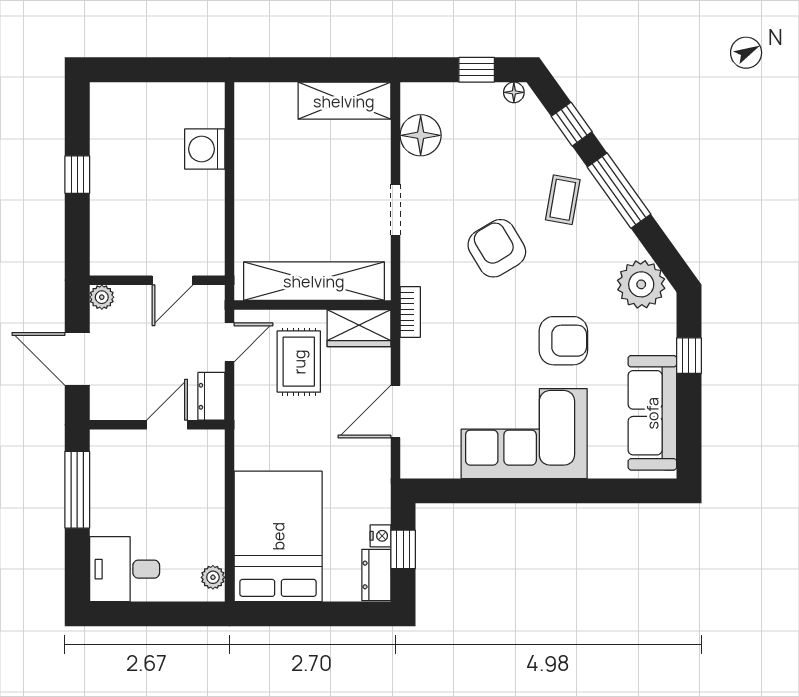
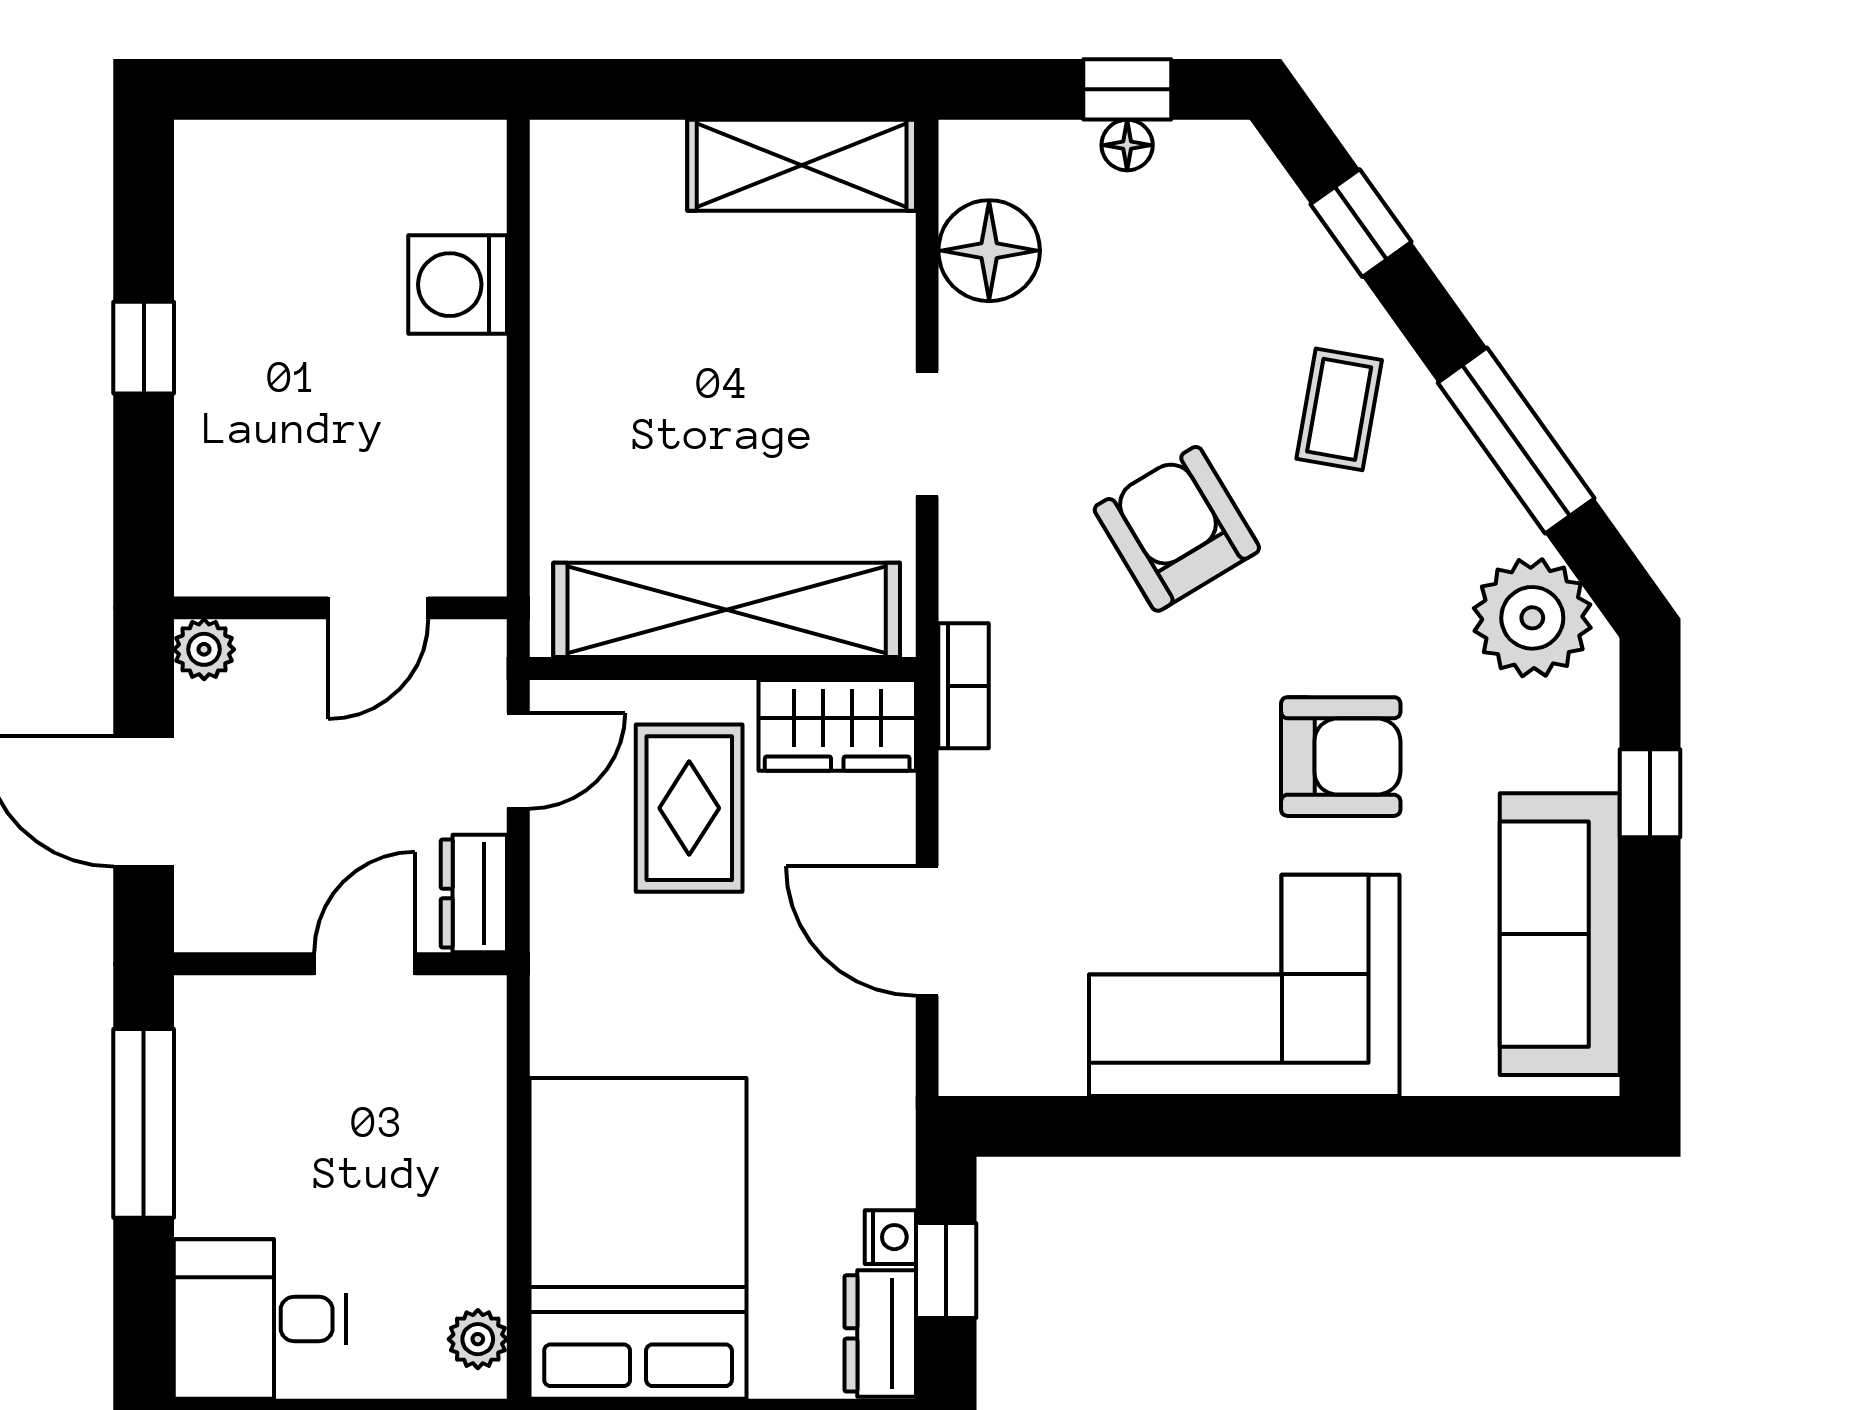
floor lamp: (514, 92) -> (1127, 145), moved
window: (619, 191) -> (1516, 441), moved
door: (395, 412) -> (927, 931), hinge flipped

